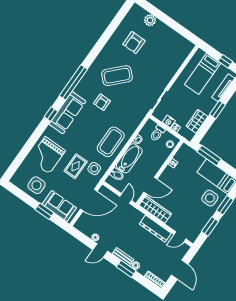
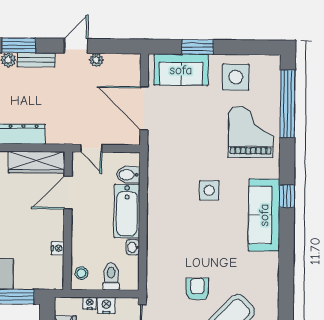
window: (73, 82) -> (288, 104), moved
armchair: (102, 102) -> (197, 289), moved
coffee table: (111, 142) -> (171, 216), removed
rug: (76, 166) -> (198, 145), removed
side table: (94, 169) -> (209, 190), moved
door: (89, 200) -> (144, 108), hinge flipped

